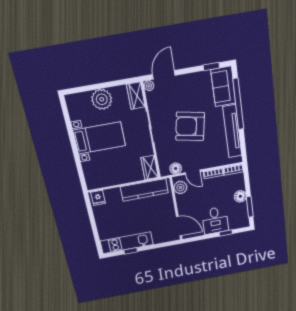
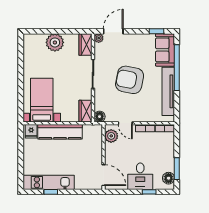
bed with nightstands: (99, 138) -> (42, 100), moved, turned -90
floor lamp: (176, 169) -> (100, 117), moved
kitchen counter: (144, 190) -> (60, 132), moved
floor lamp: (240, 196) -> (169, 178), moved

